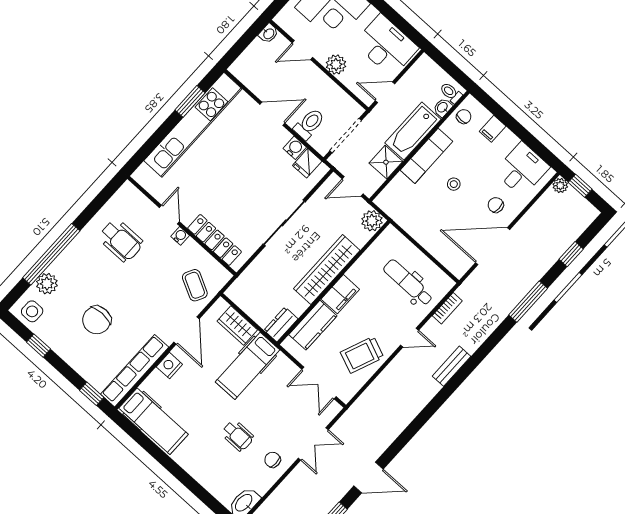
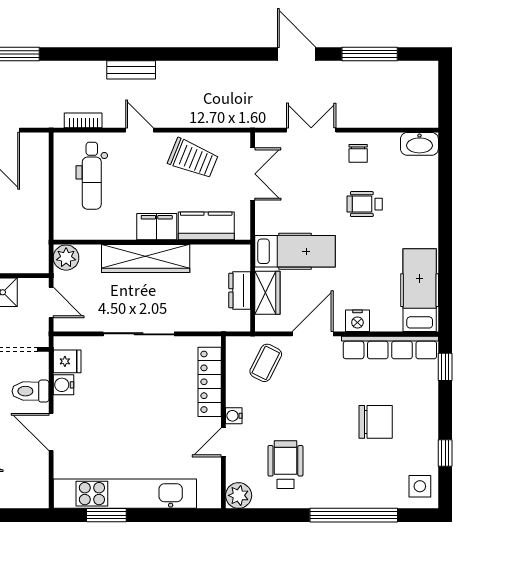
plant: (47, 284) -> (239, 495), moved
dresser: (281, 325) -> (240, 290), moved, turned 90
wheelchair: (238, 435) -> (365, 204), turned -90

